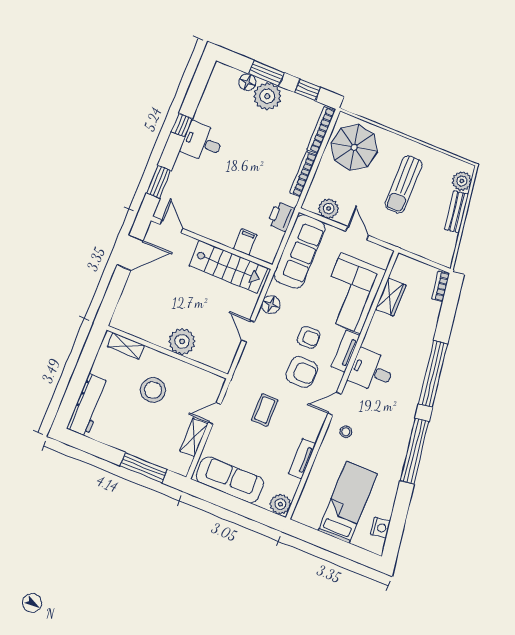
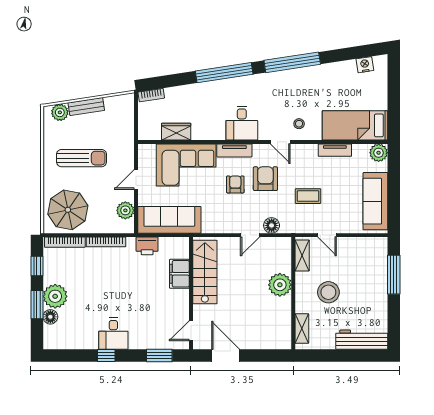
filing cabinet: (245, 242) -> (179, 274), width x2.00
floor lamp: (271, 305) -> (272, 225), moved
shelving: (194, 438) -> (302, 256), moved, turned 90
bed: (348, 502) -> (355, 125), moved

